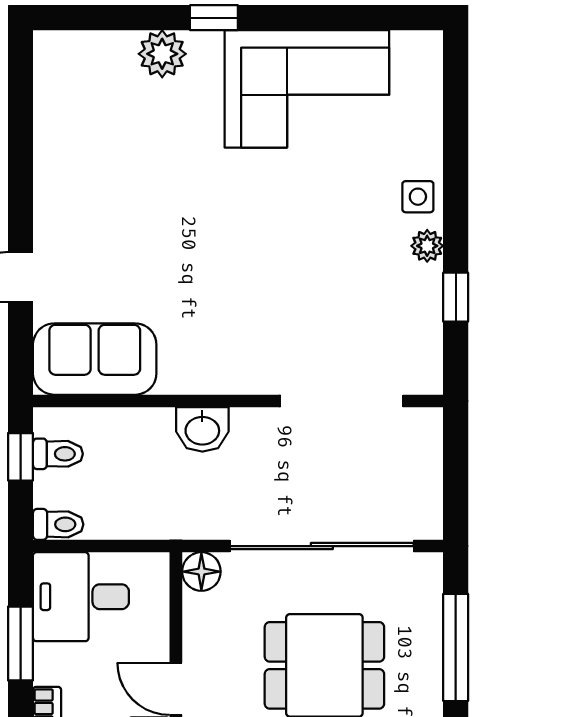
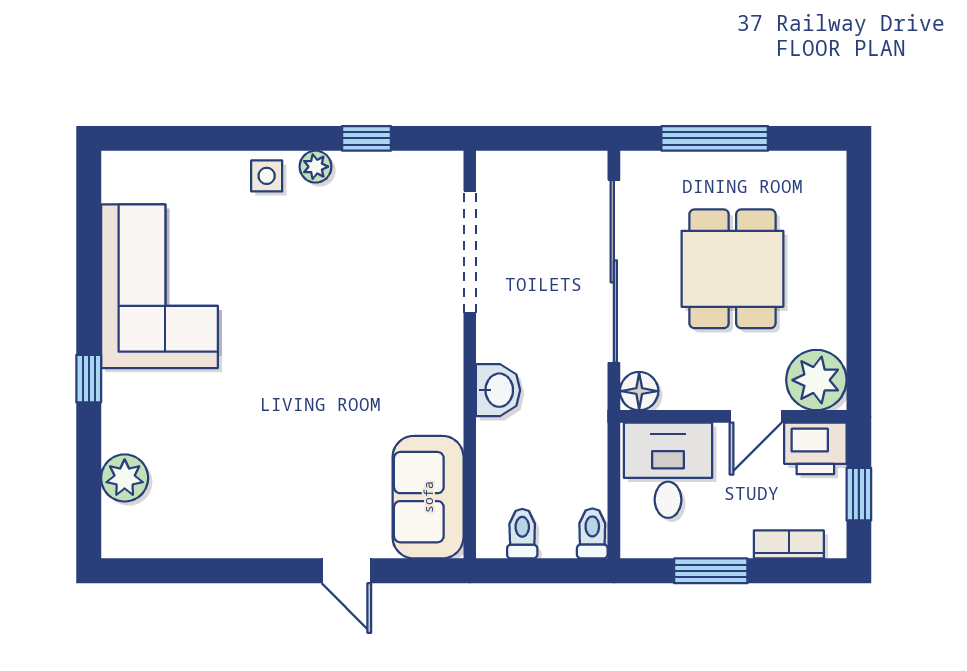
plant: (162, 54) -> (125, 478), moved
window: (21, 457) -> (525, 571), removed
desk: (81, 597) -> (668, 470), moved, turned 180

